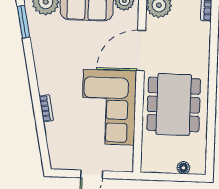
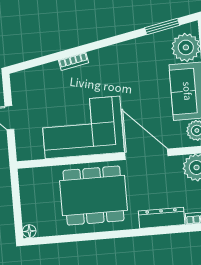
dresser: (202, 43) -> (162, 218), added
floor lamp: (183, 168) -> (29, 231), moved

